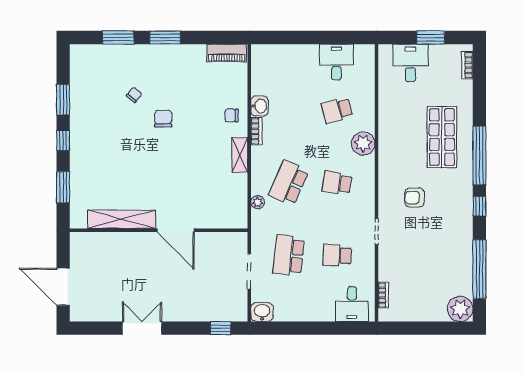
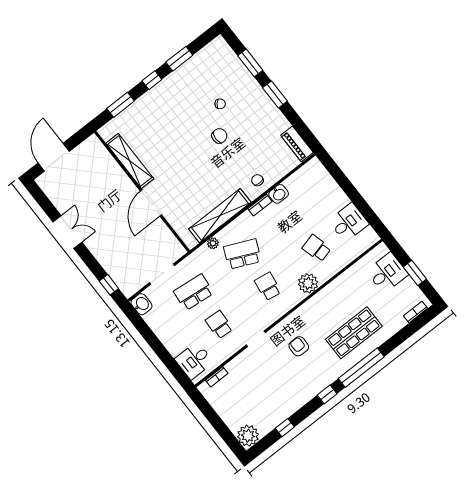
shelving: (240, 155) -> (220, 216), width x2.20, depth x1.33
window: (479, 269) -> (285, 428), width x0.32

